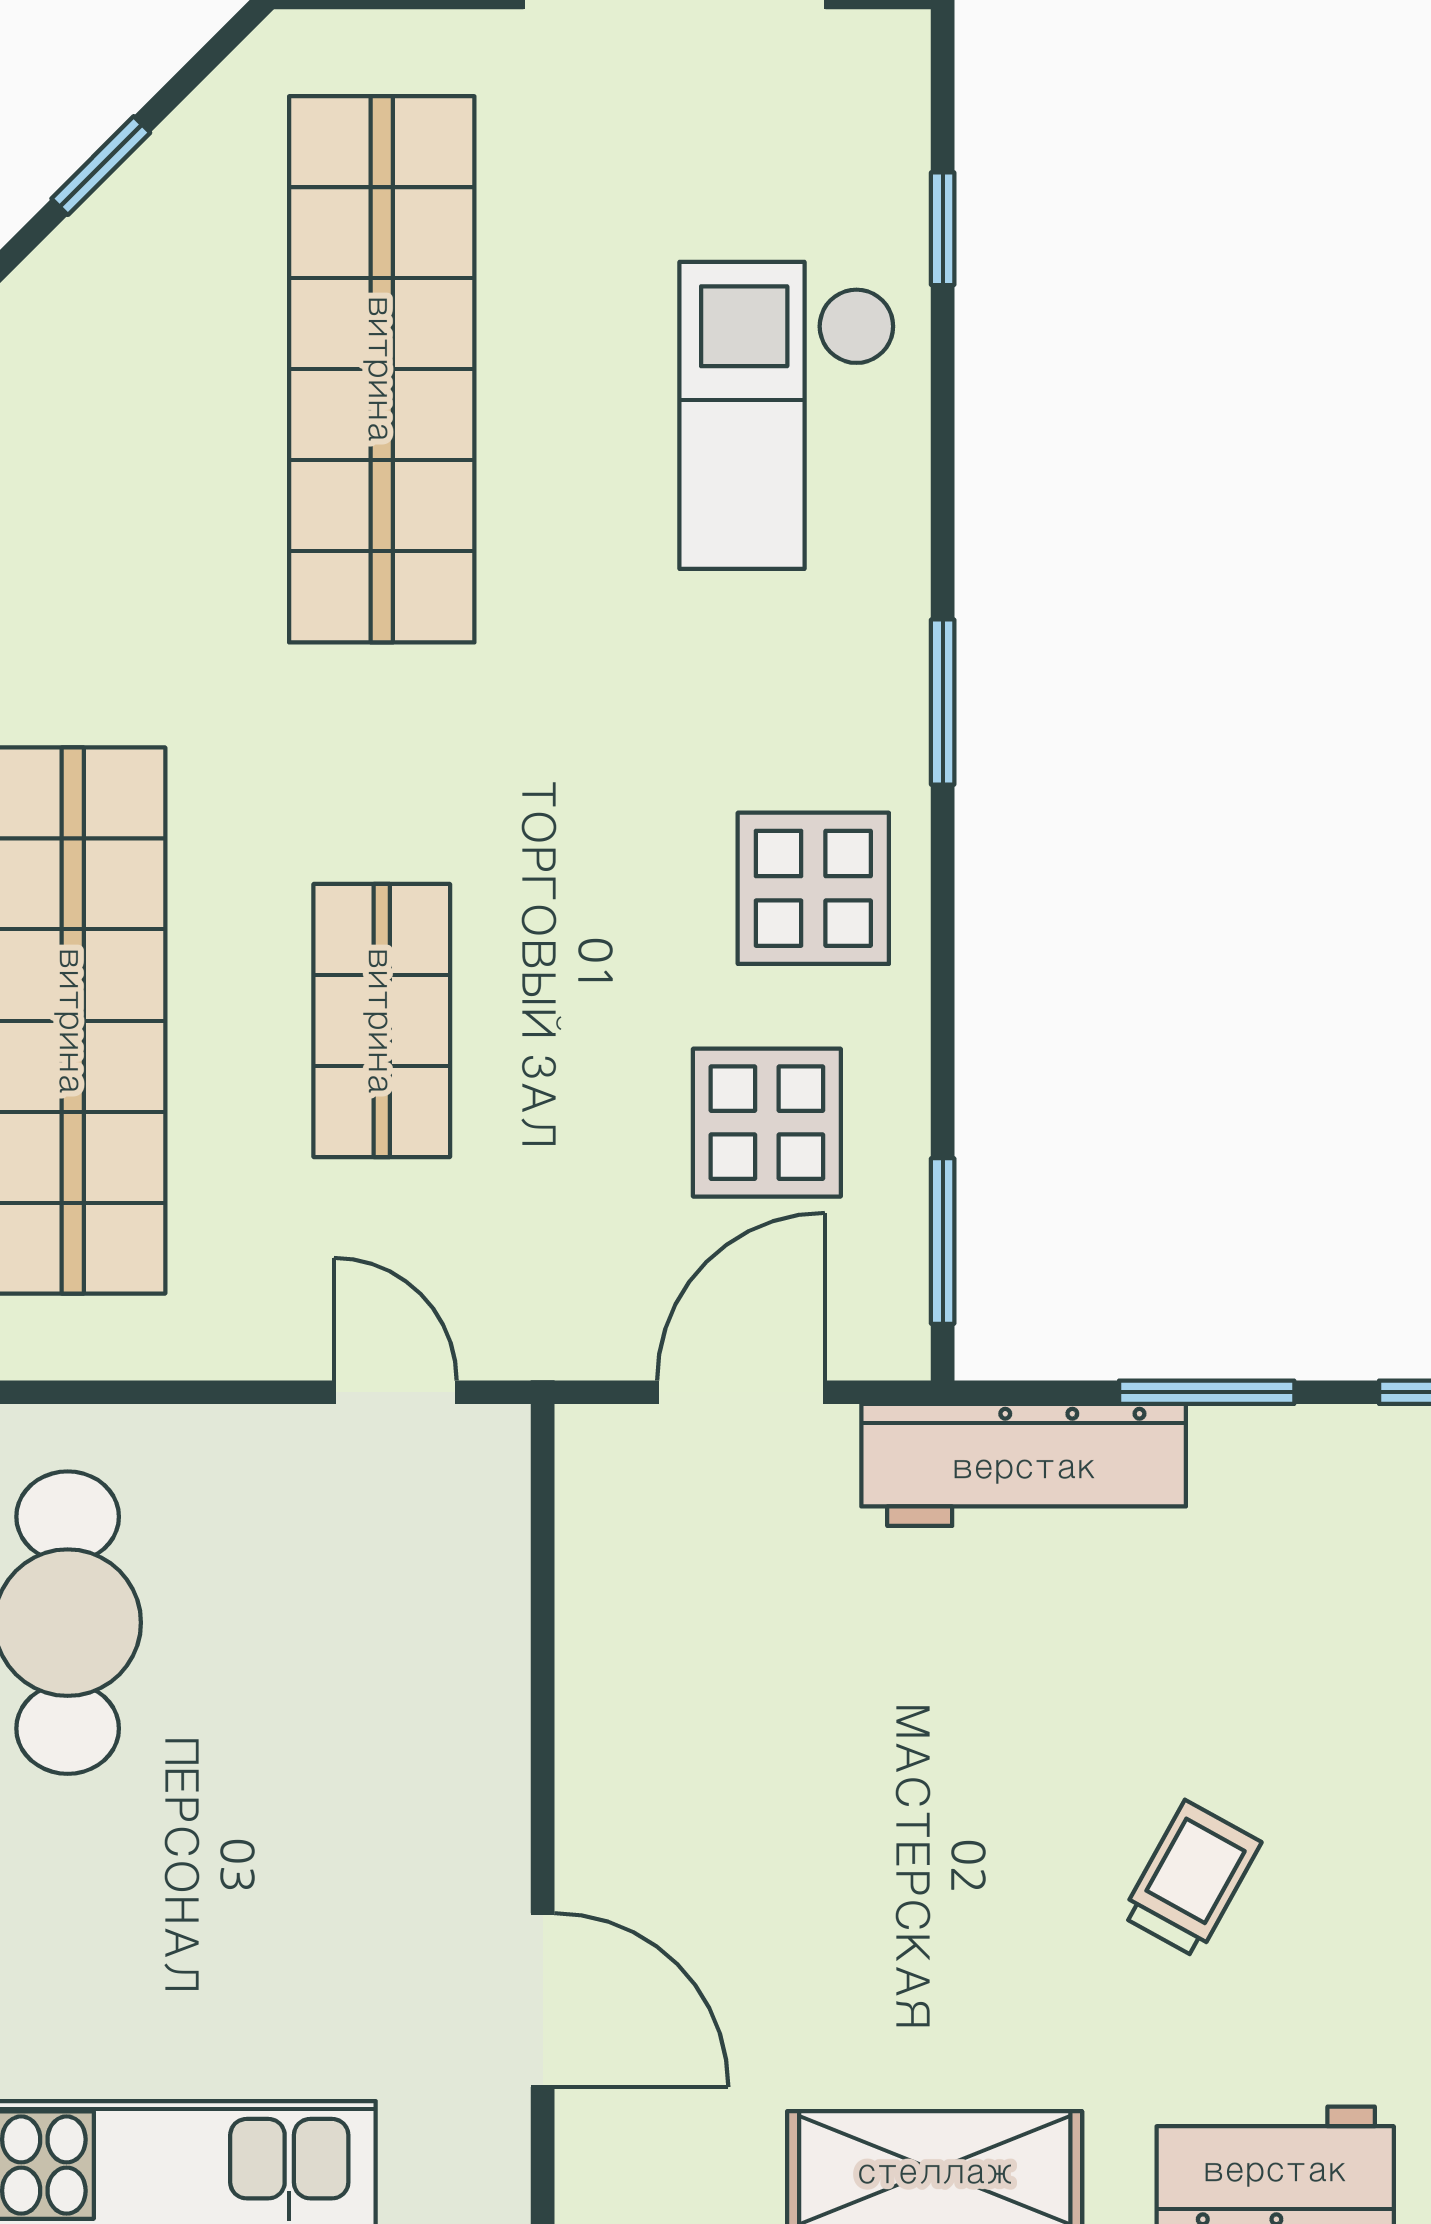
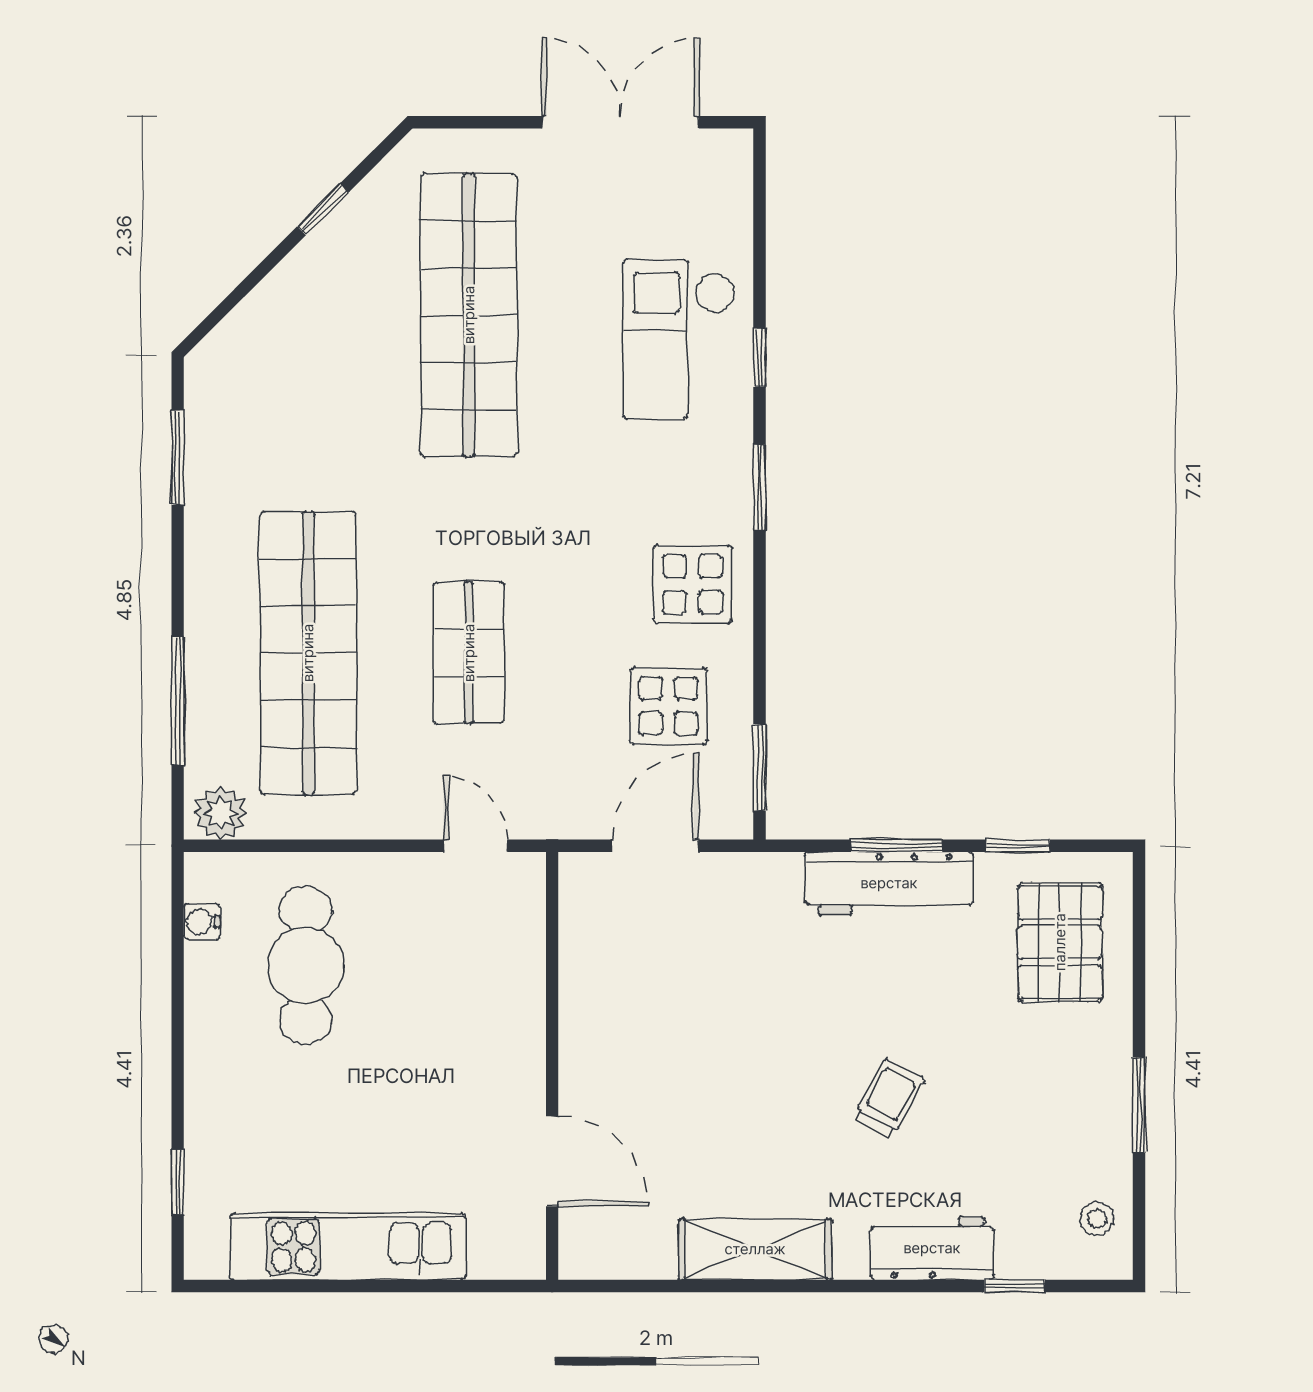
window: (943, 229) -> (760, 358), moved
workbench: (1024, 1465) -> (889, 883), moved

